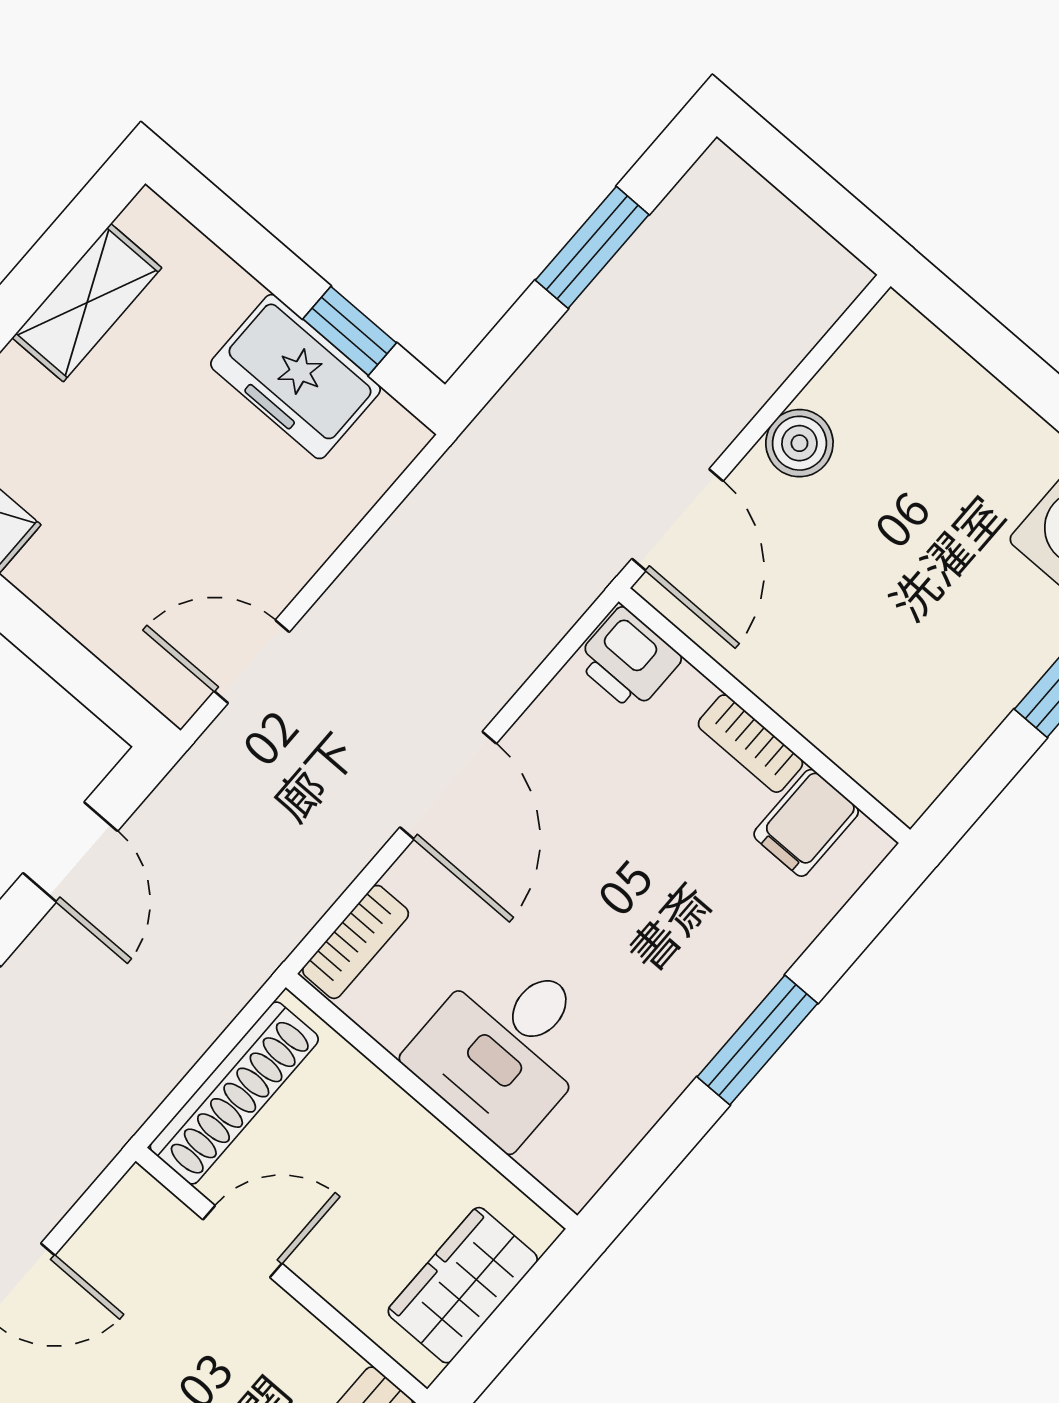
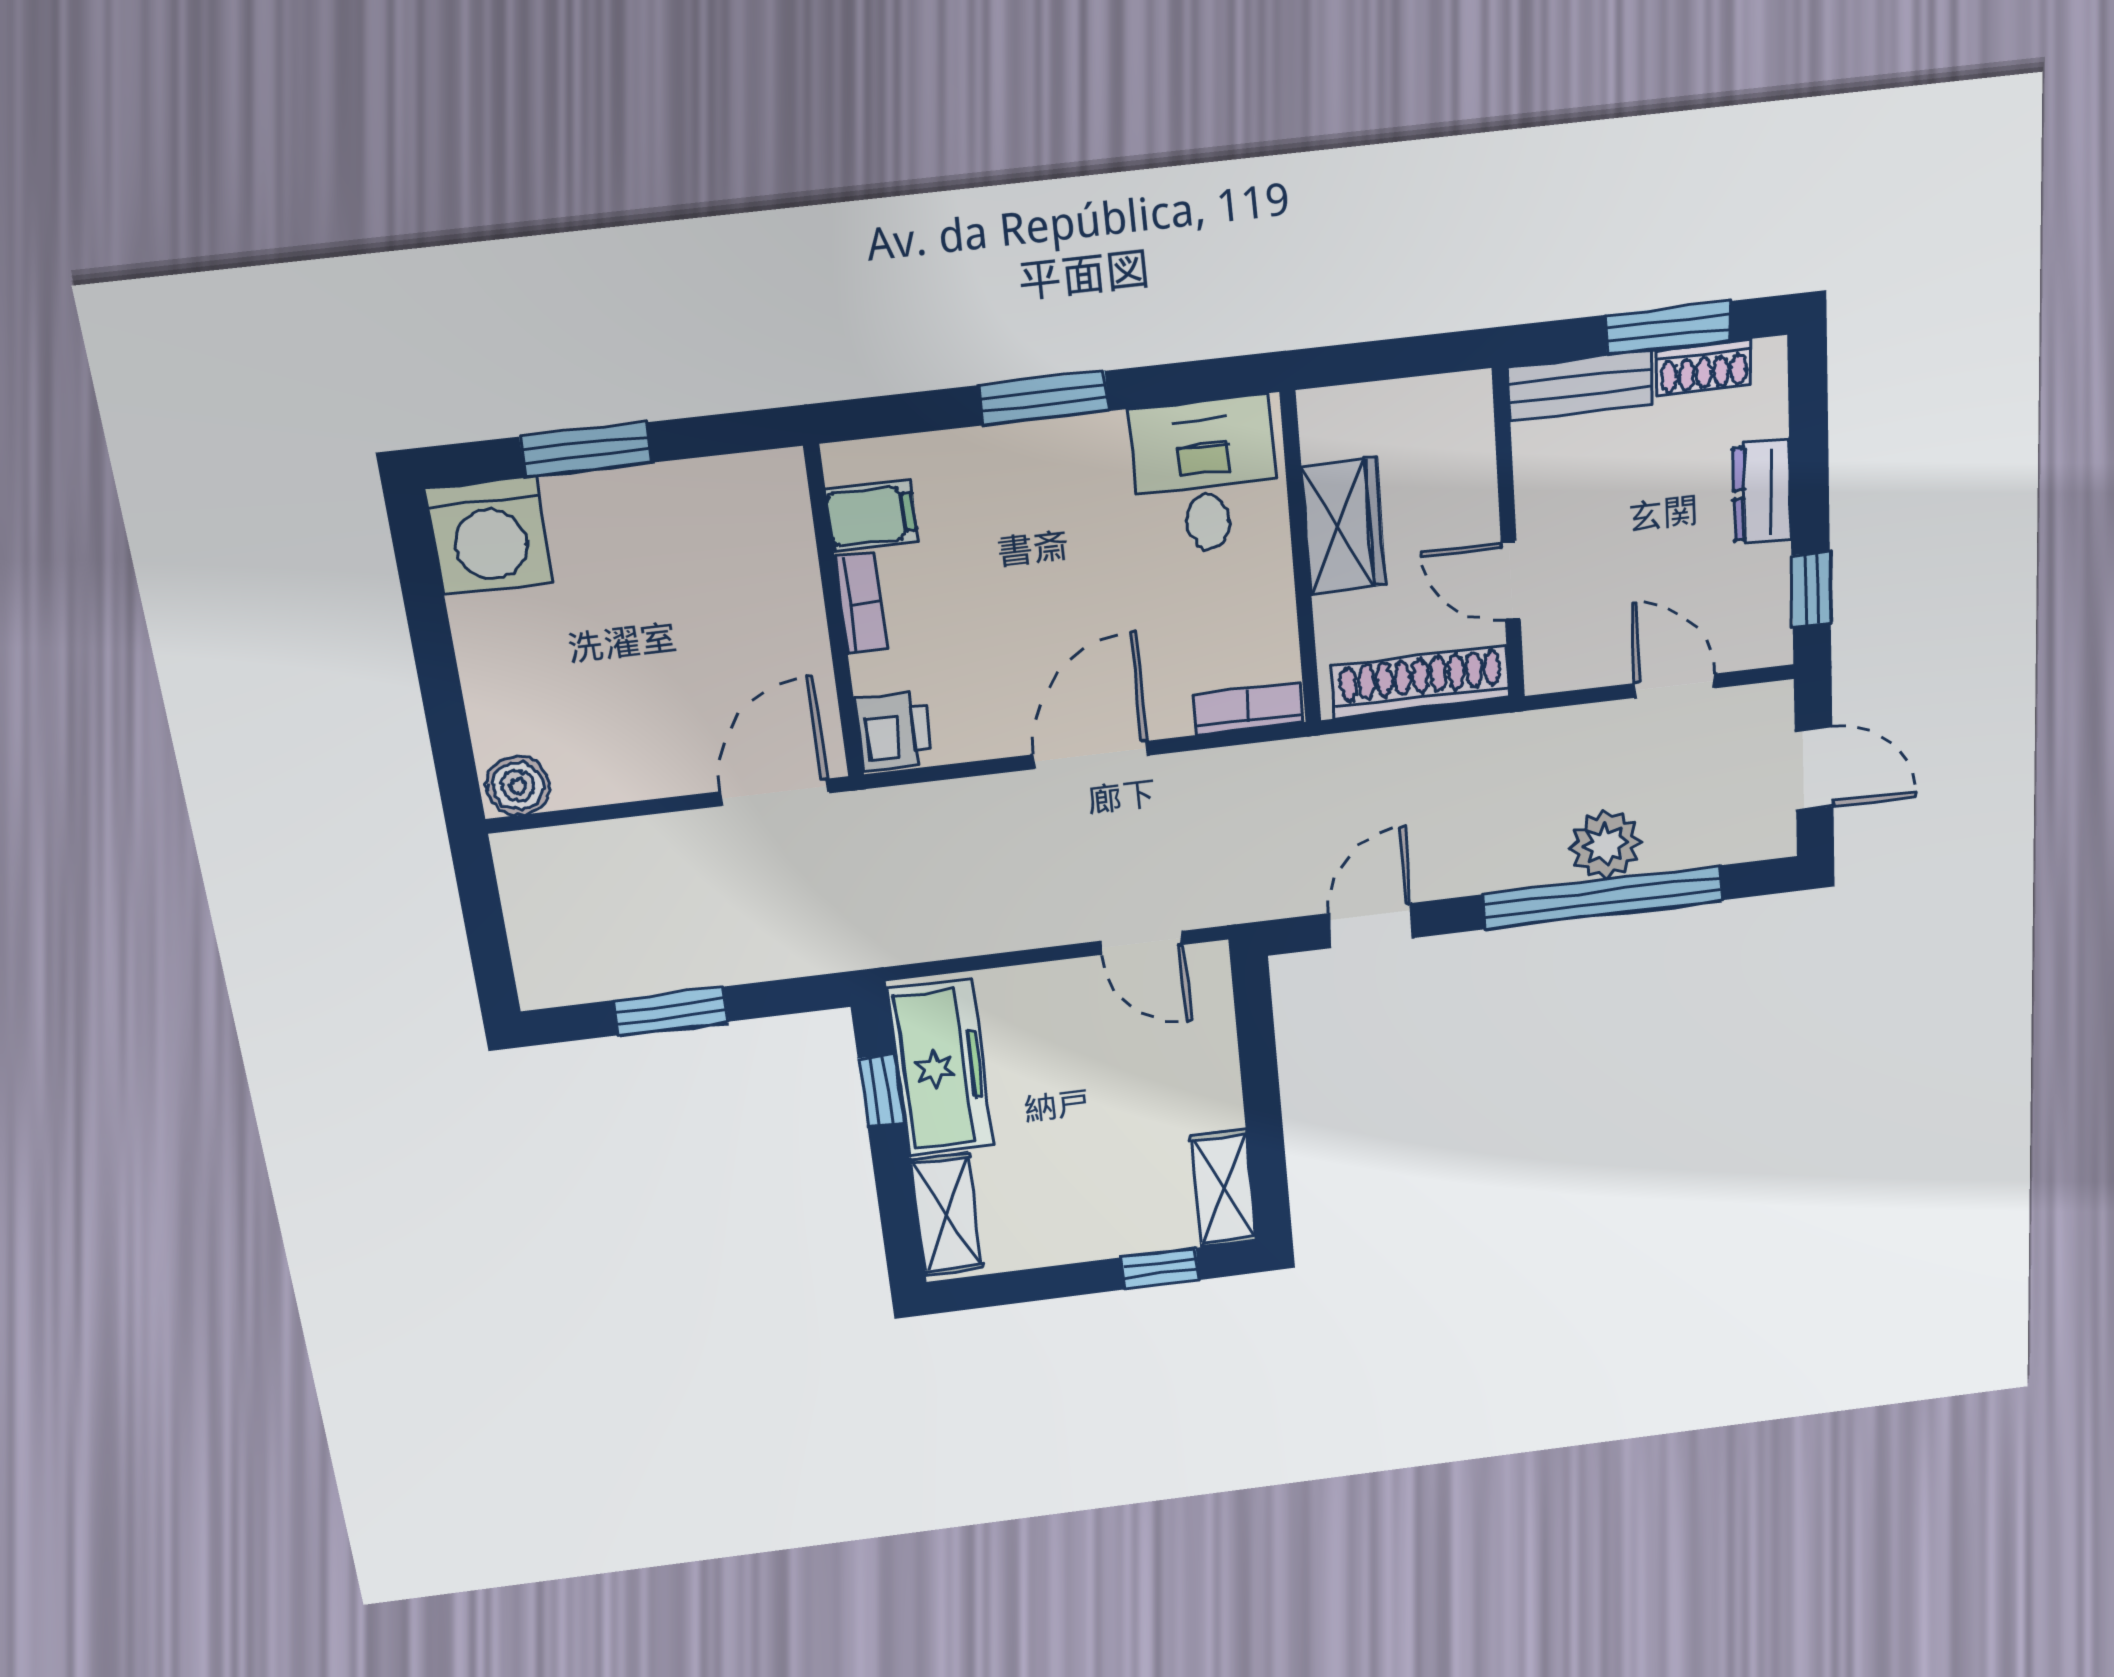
shelving: (87, 303) -> (947, 1214), moved, turned 90
freezer: (296, 377) -> (940, 1068), width x1.40
boiler: (799, 443) -> (518, 786), moved
desk: (506, 1047) -> (1204, 476), moved, turned -90
wardrobe: (463, 1285) -> (1344, 525), moved, turned -90

